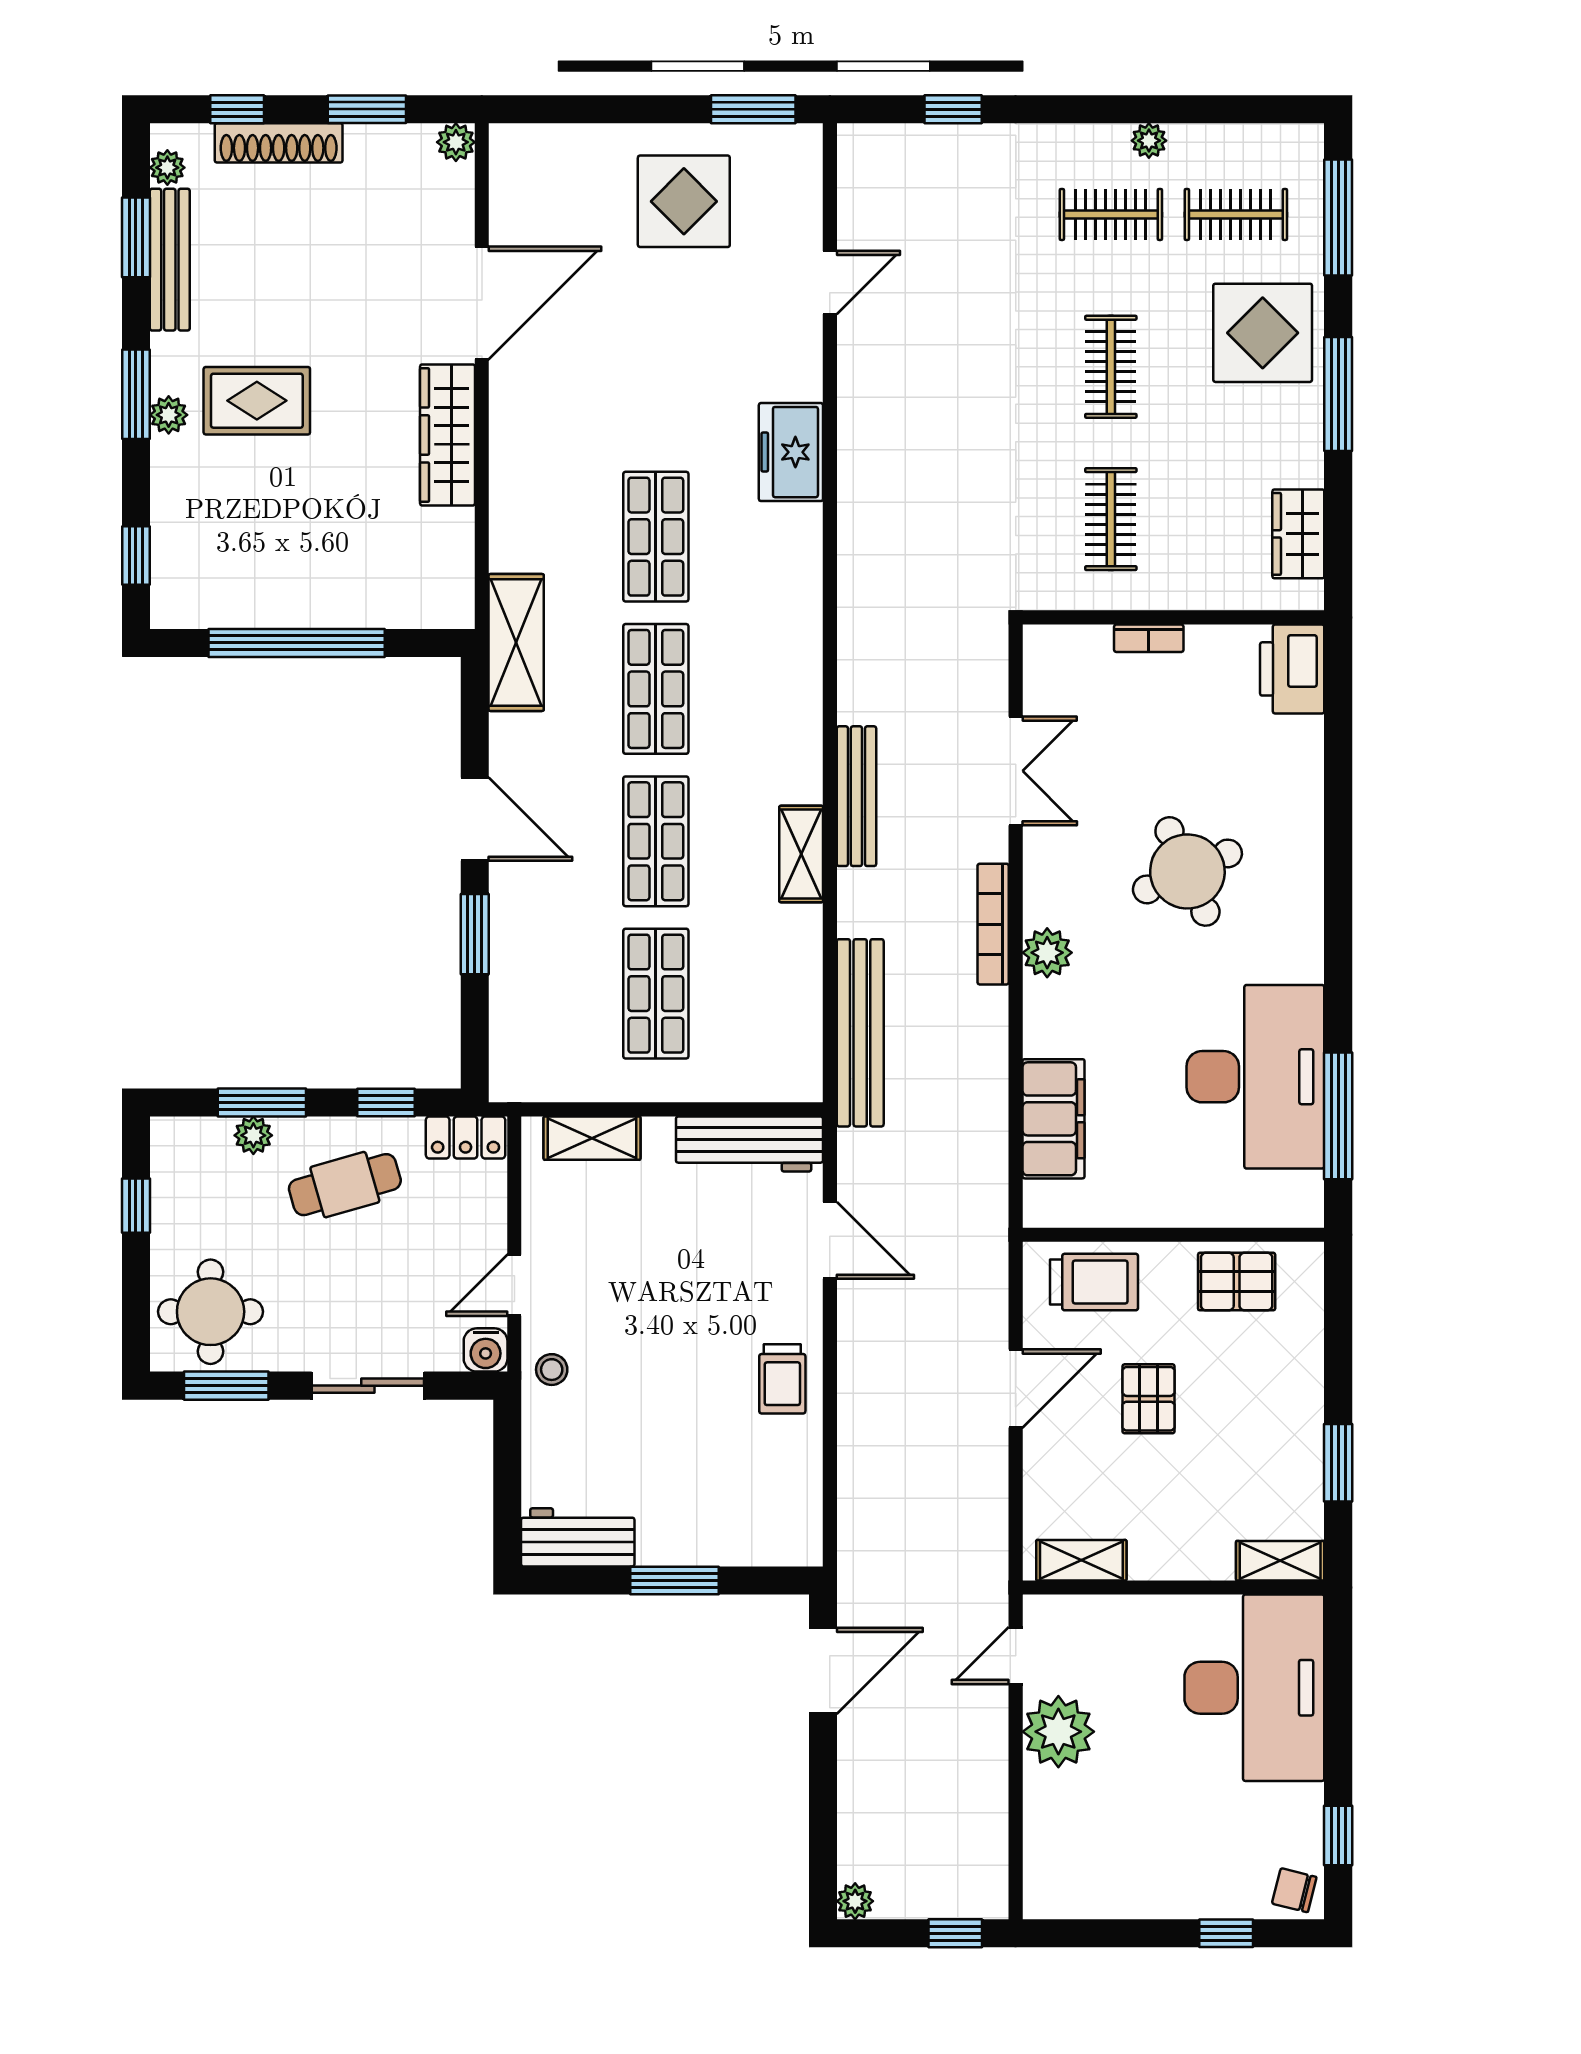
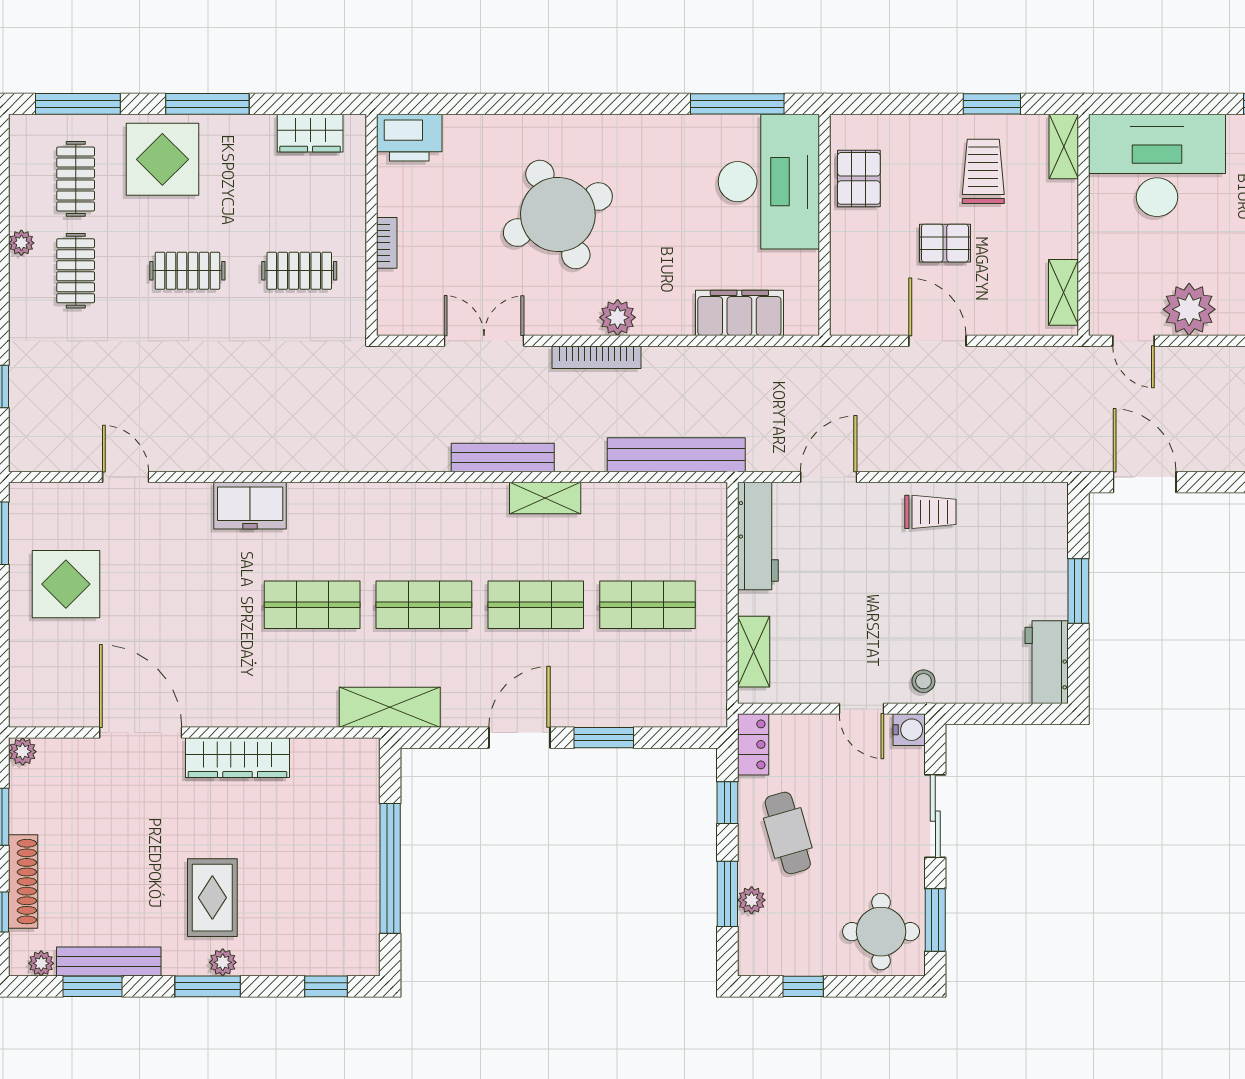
round table: (1187, 871) -> (558, 215), width x1.36, depth x1.36
desk: (1255, 1077) -> (769, 182), moved, turned 90
trolley: (1094, 1282) -> (983, 171), moved

